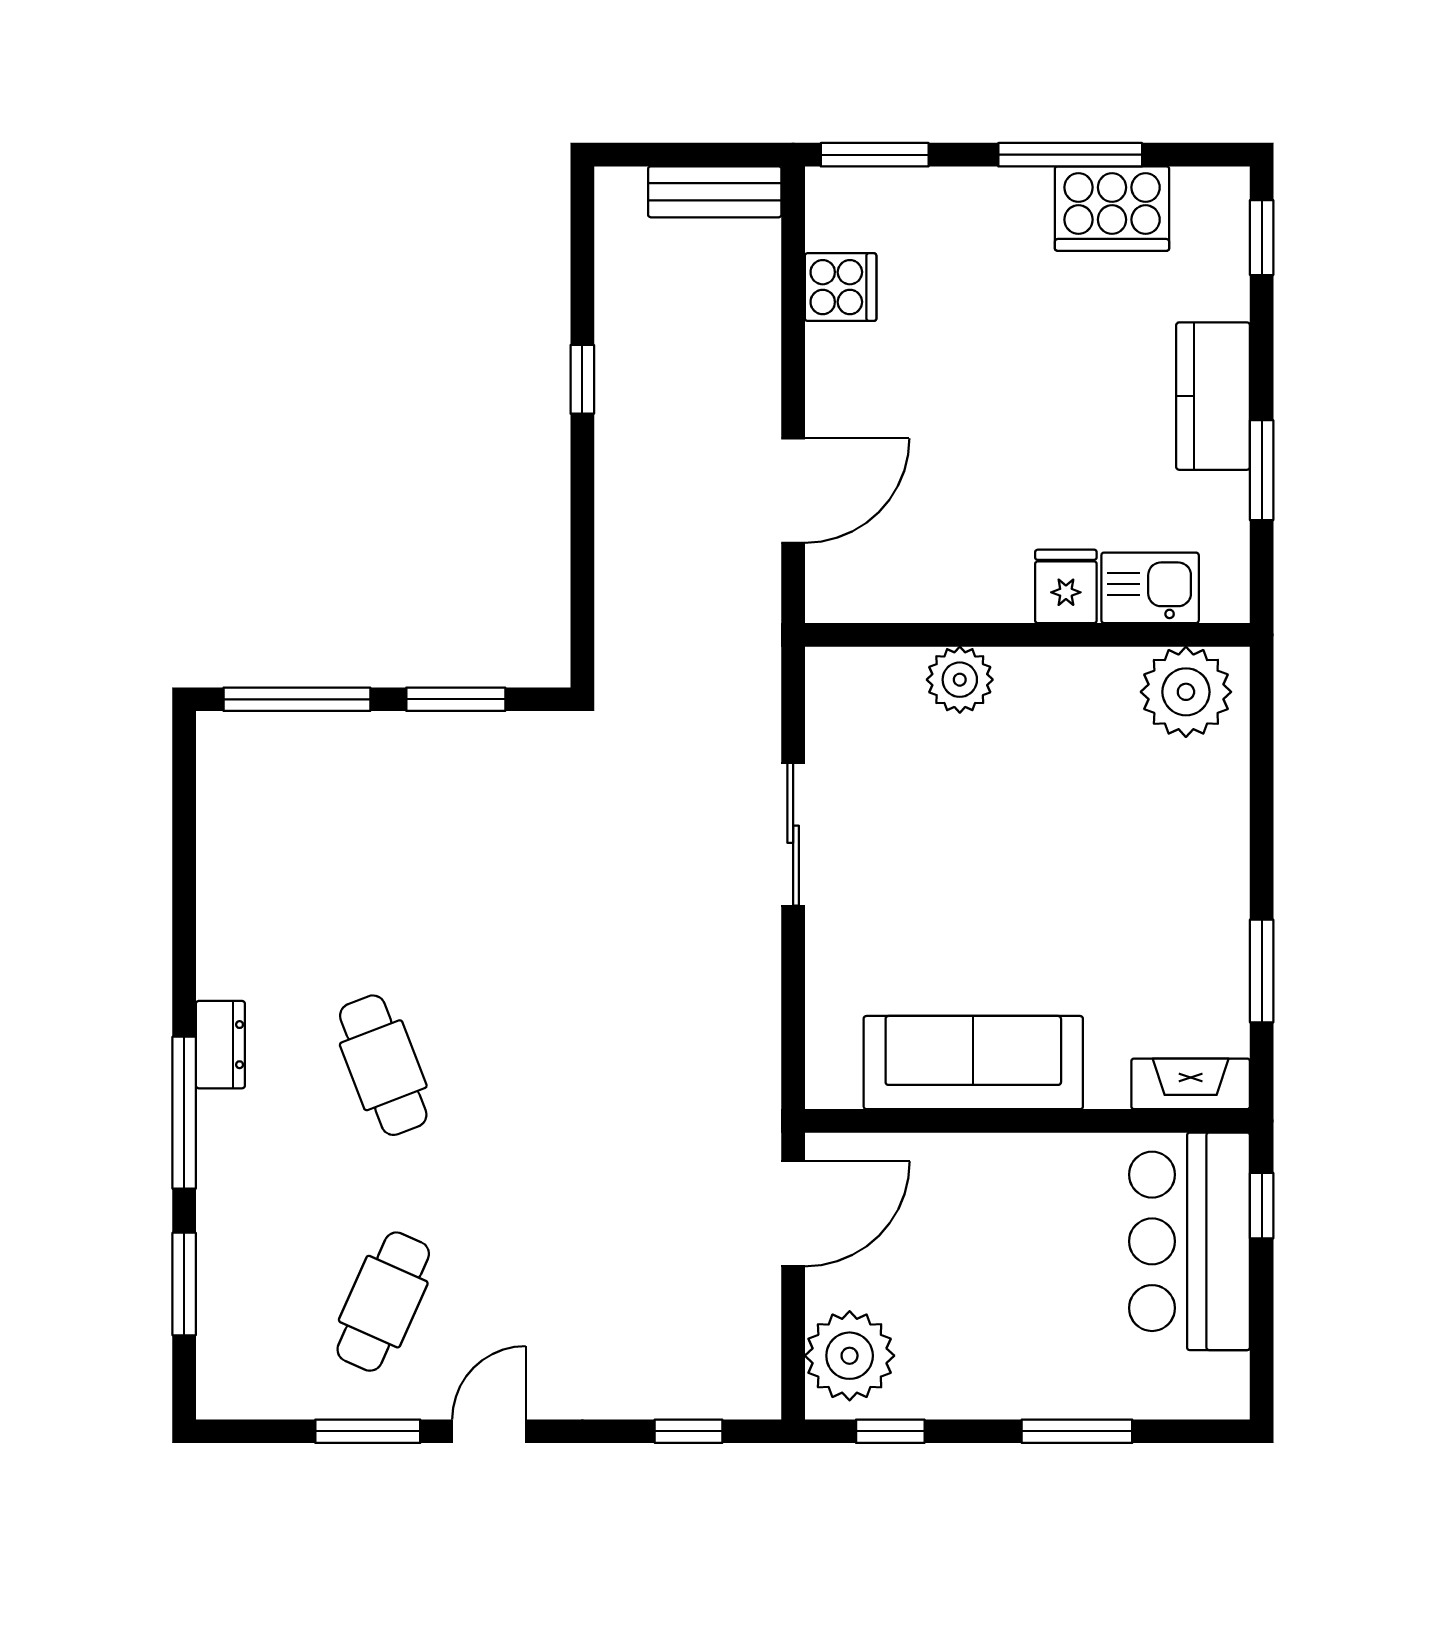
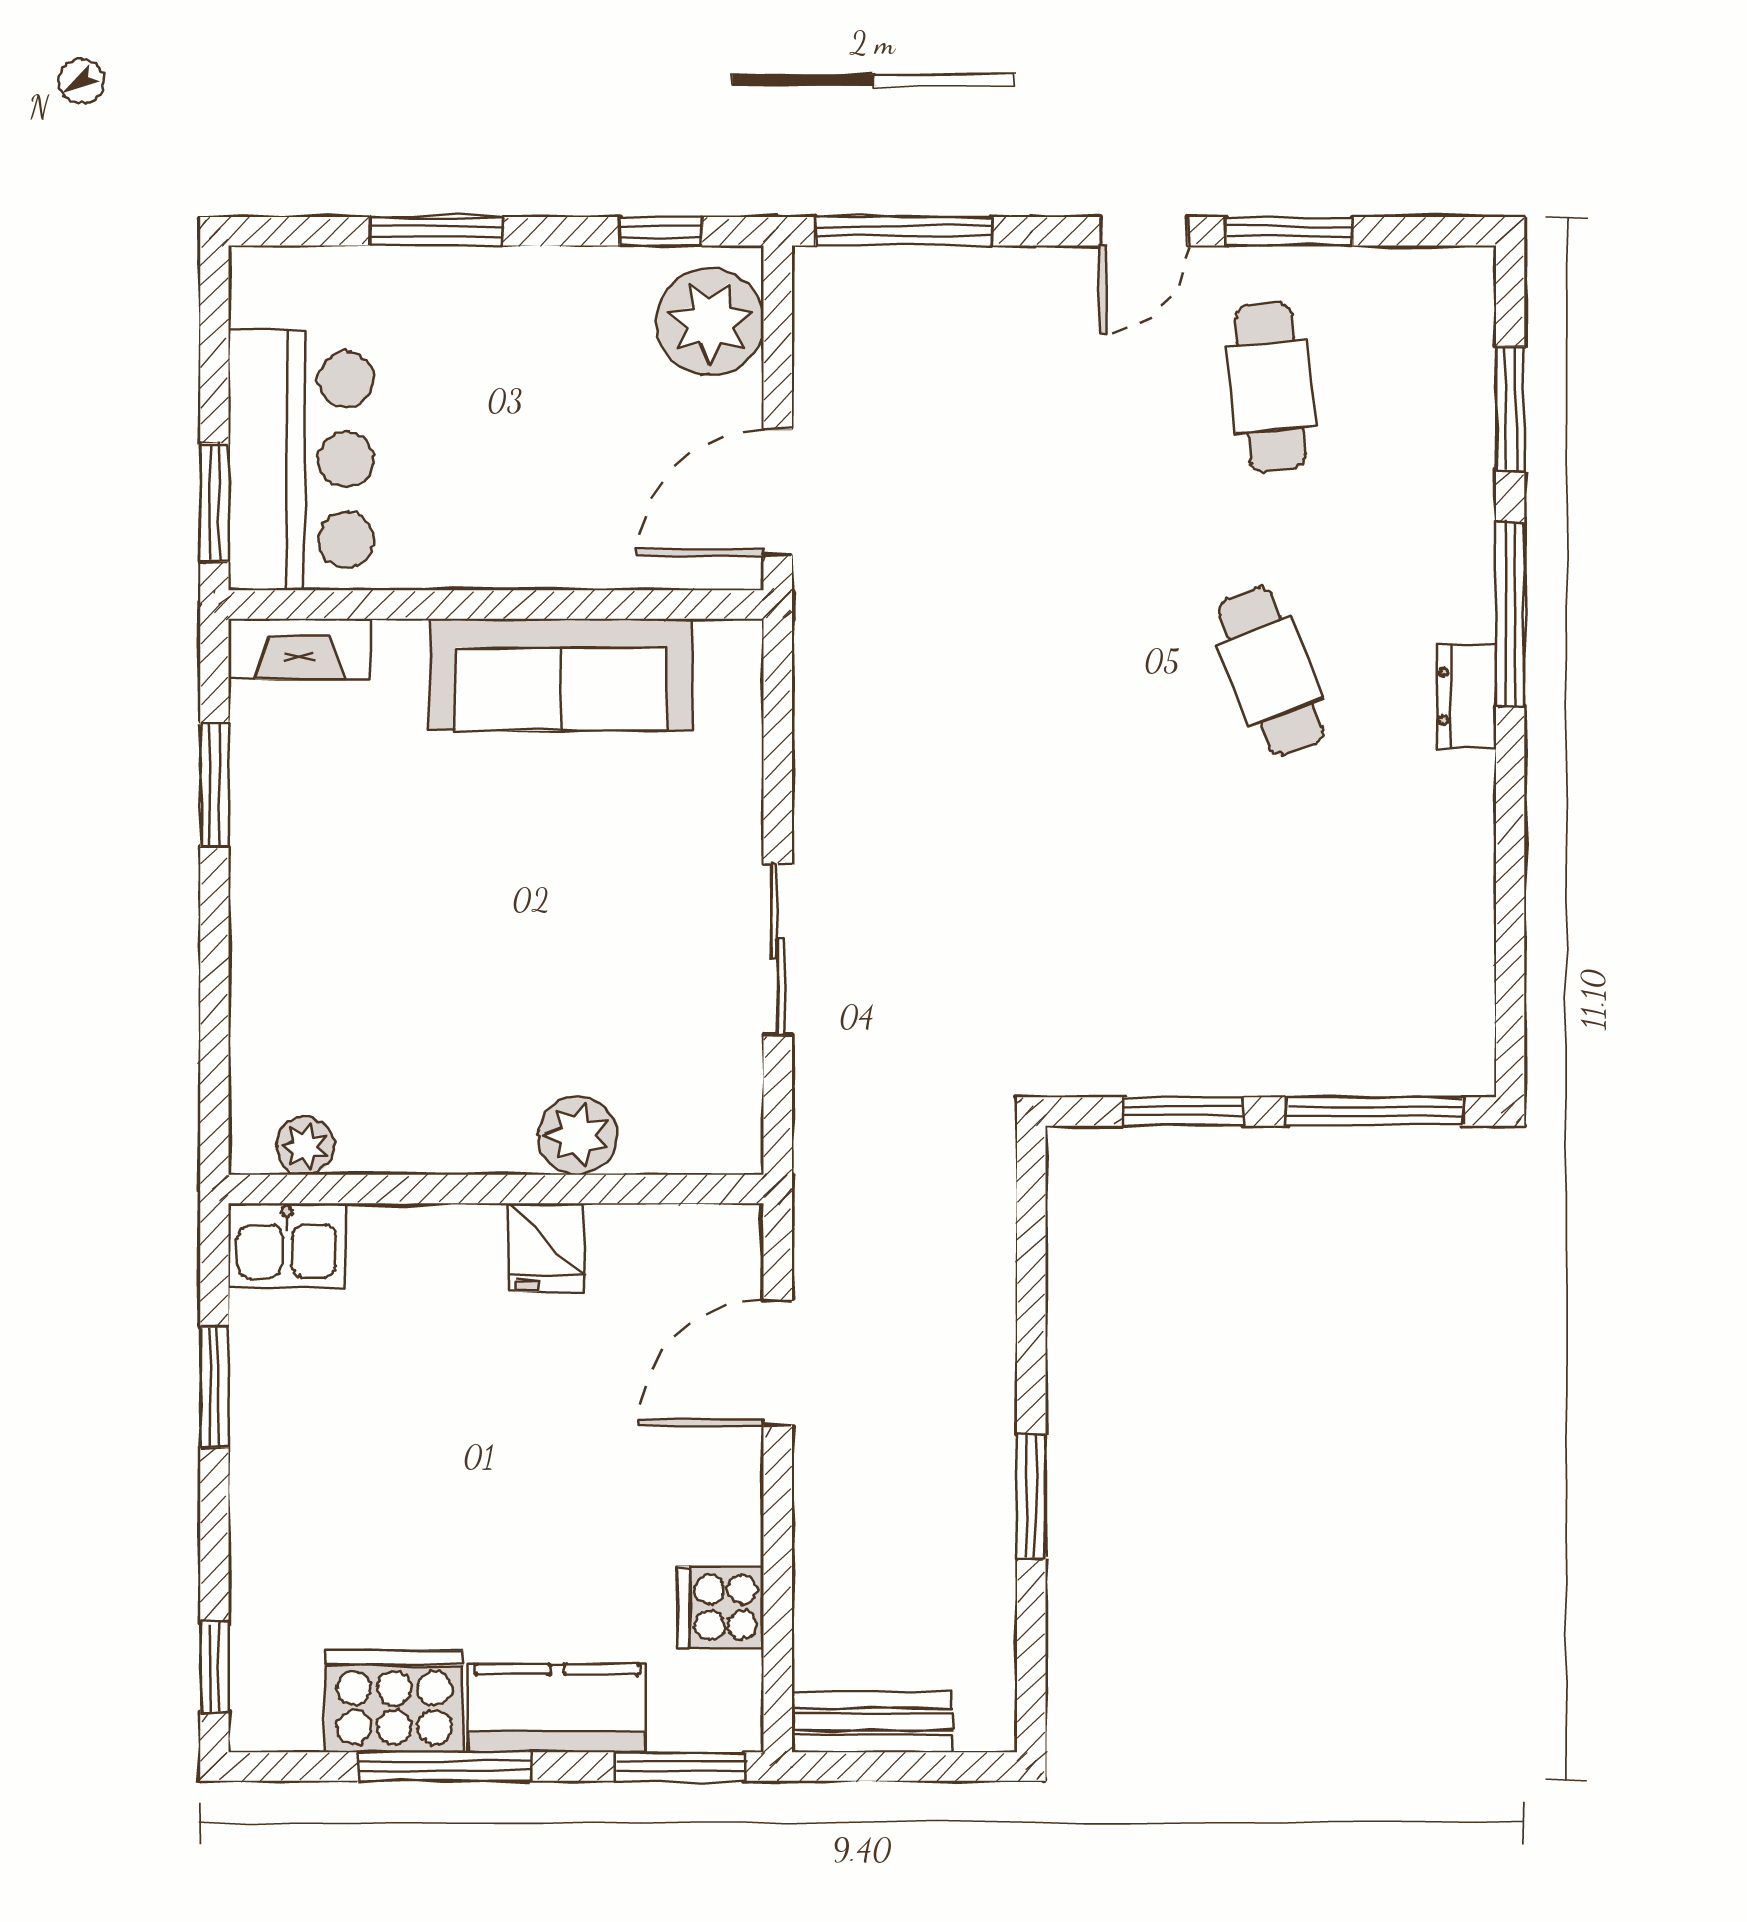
window: (582, 379) -> (1031, 1496), width x1.50
kitchen counter: (1213, 396) -> (557, 1708), moved, turned -90
fridge: (1066, 586) -> (546, 1247), moved
kitchen sink: (1150, 588) -> (287, 1246), moved
plant: (1186, 692) -> (305, 1146), width x0.53, depth x0.53
window: (1262, 1206) -> (214, 503), width x1.50
cafe table: (383, 1302) -> (1271, 387), turned -30
window: (688, 1431) -> (904, 231), width x2.17

